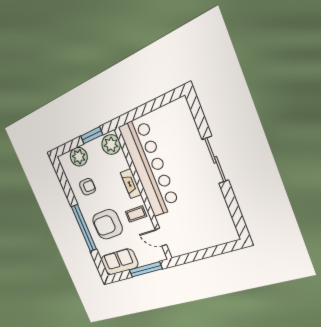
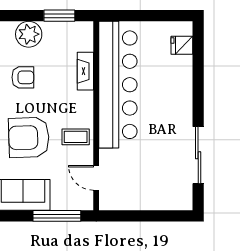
fridge: (184, 118) -> (182, 45), added
plant: (111, 145) -> (80, 38), removed
sliding door: (215, 160) -> (198, 155), moved
fireplace: (131, 184) -> (85, 71), moved

